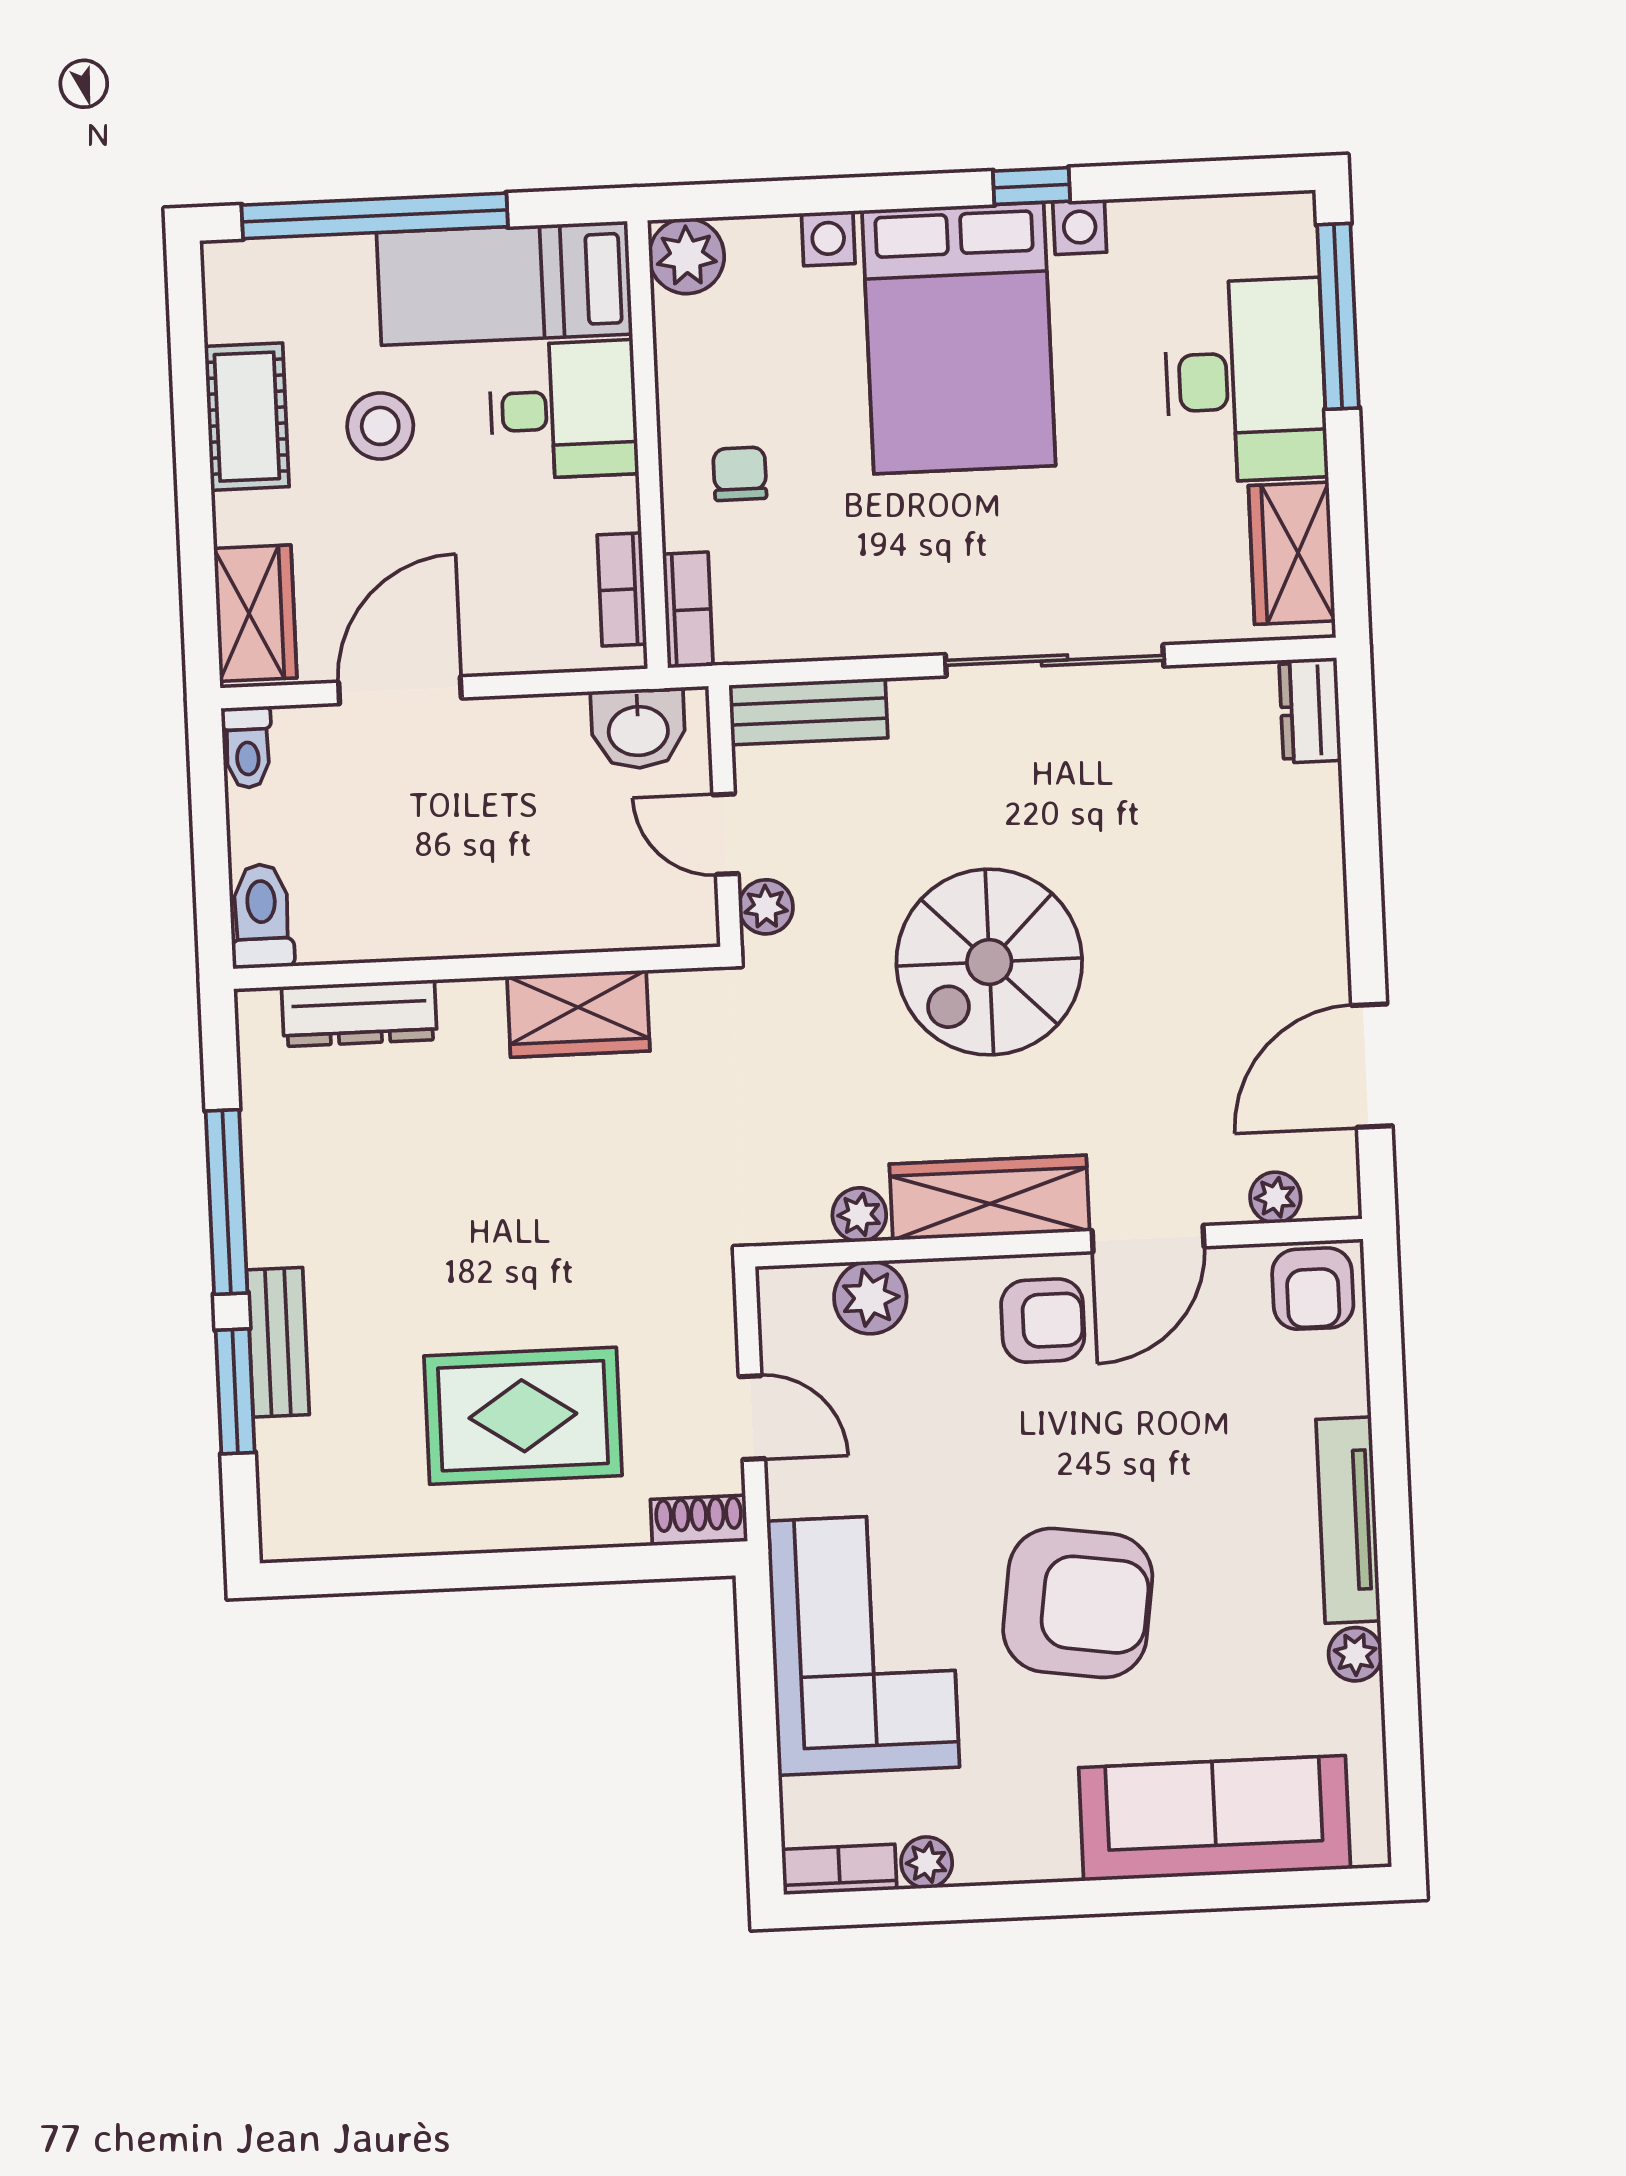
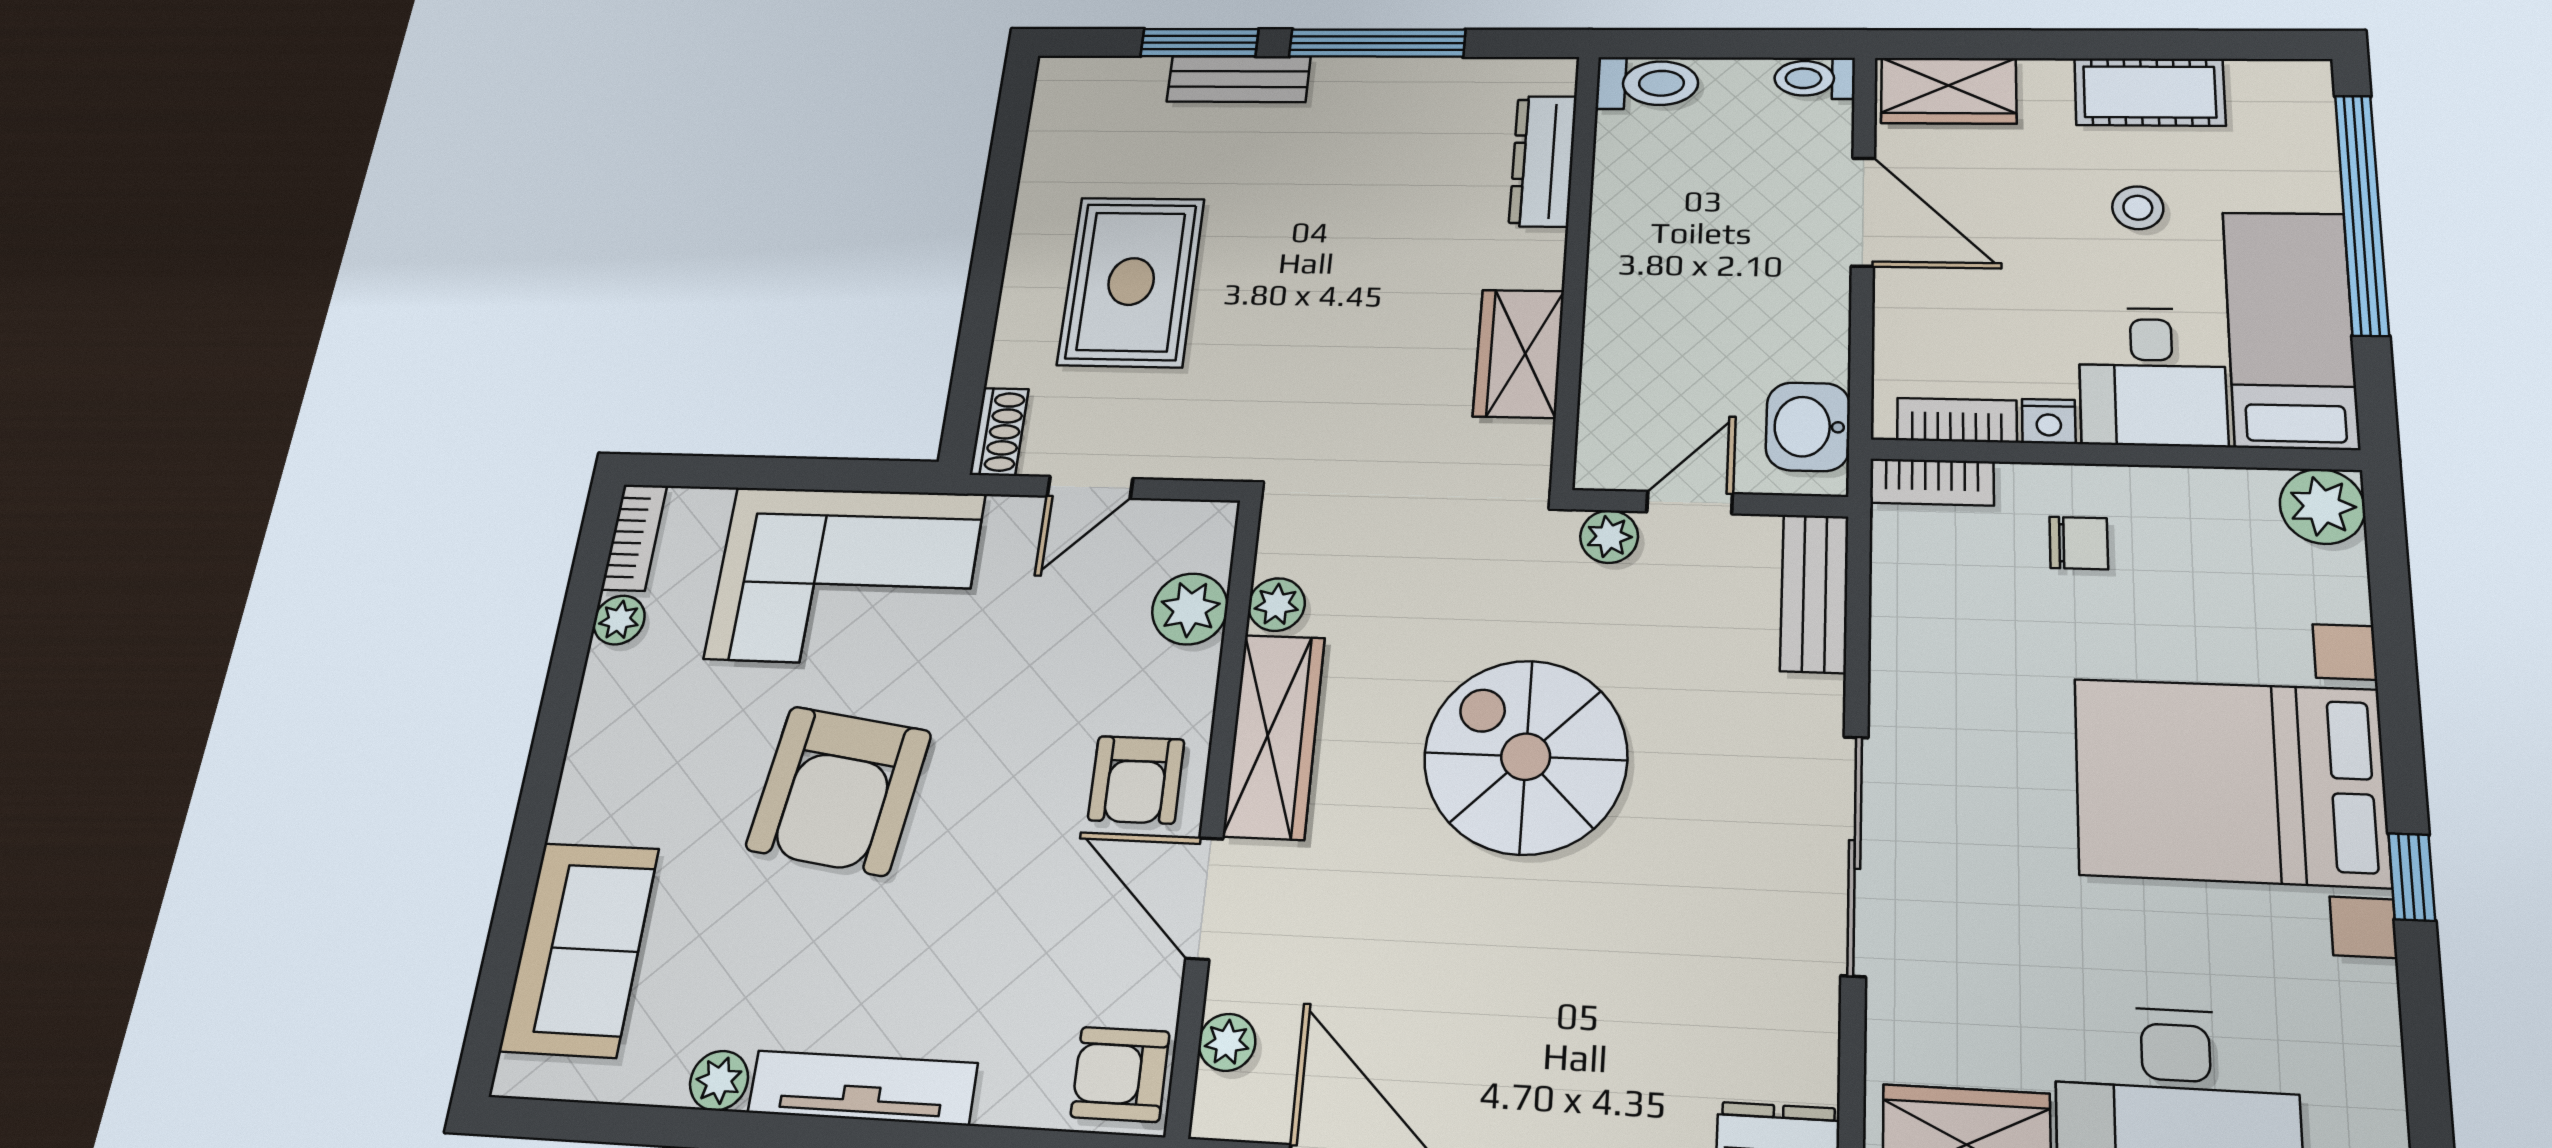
stool: (380, 426) -> (2138, 208), width x0.73, depth x0.73
nightstand: (617, 504) -> (2049, 421), added
sofa: (1215, 1818) -> (580, 949), width x0.73

